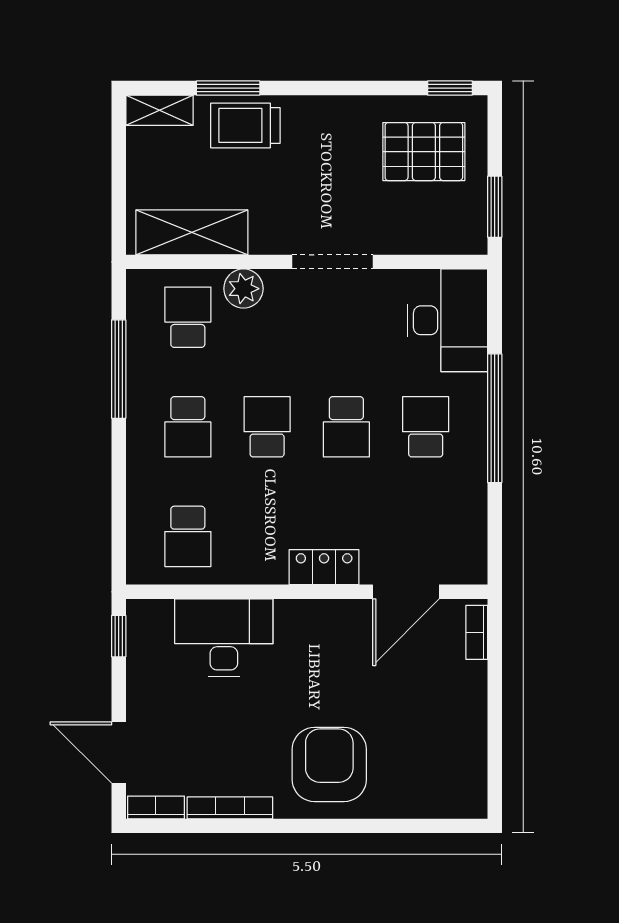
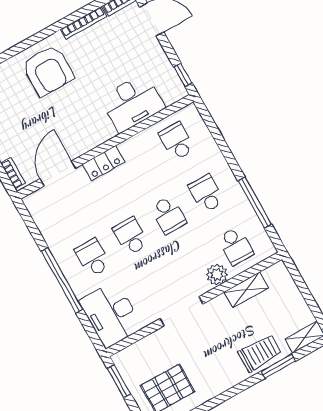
shelving: (192, 232) -> (246, 290), width x0.67, depth x0.75
school desk: (426, 427) -> (93, 258), turned 180

